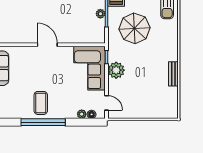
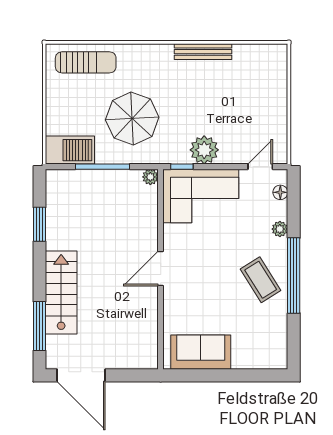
plant: (100, 14) -> (150, 177), moved
bench: (173, 74) -> (203, 52), width x1.36
coffee table: (41, 103) -> (261, 280), turned 58
plant: (82, 114) -> (280, 229), moved

